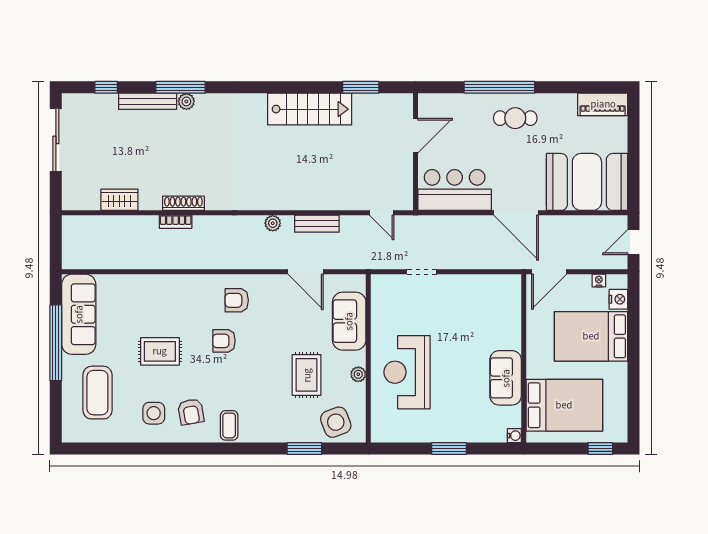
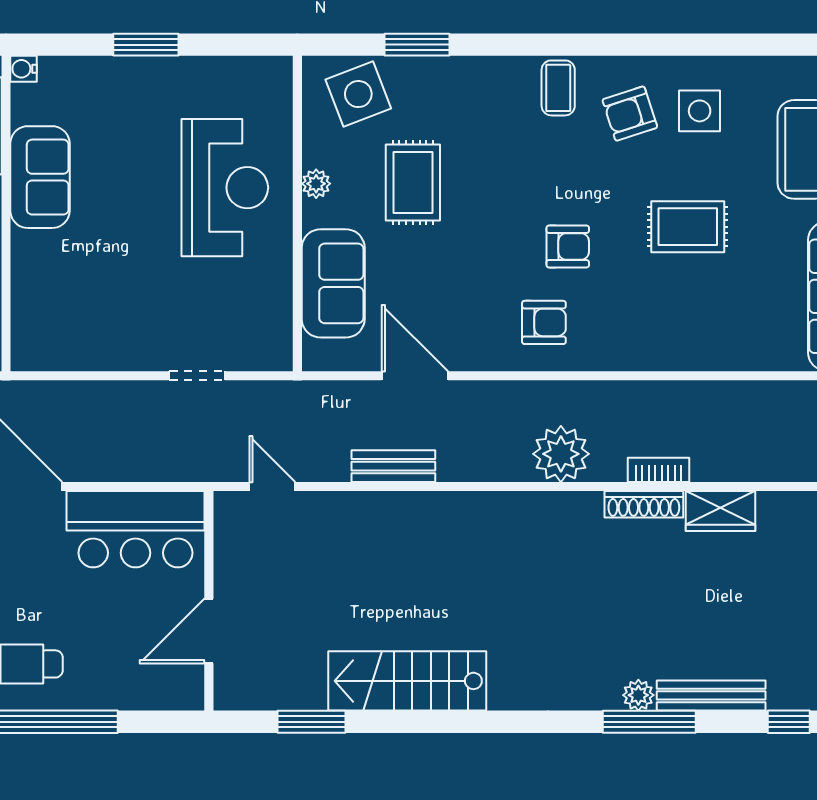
wardrobe: (119, 200) -> (721, 511), moved
plant: (273, 223) -> (561, 454), moved, width x1.88, depth x1.88
armchair: (191, 412) -> (630, 114), turned -98

